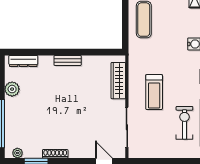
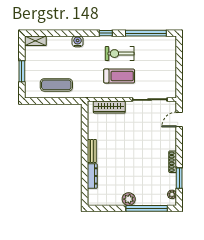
dresser: (23, 61) -> (92, 176), moved
plant: (12, 89) -> (129, 199), moved
exercise bike: (184, 123) -> (120, 54), moved

